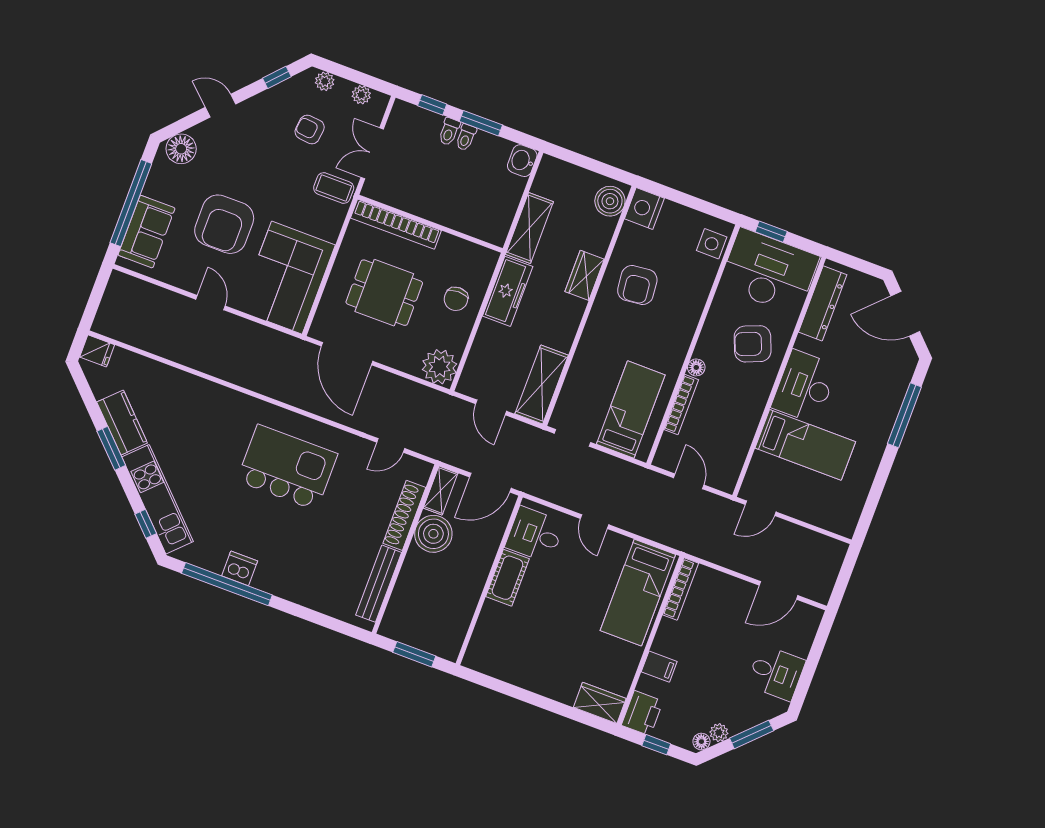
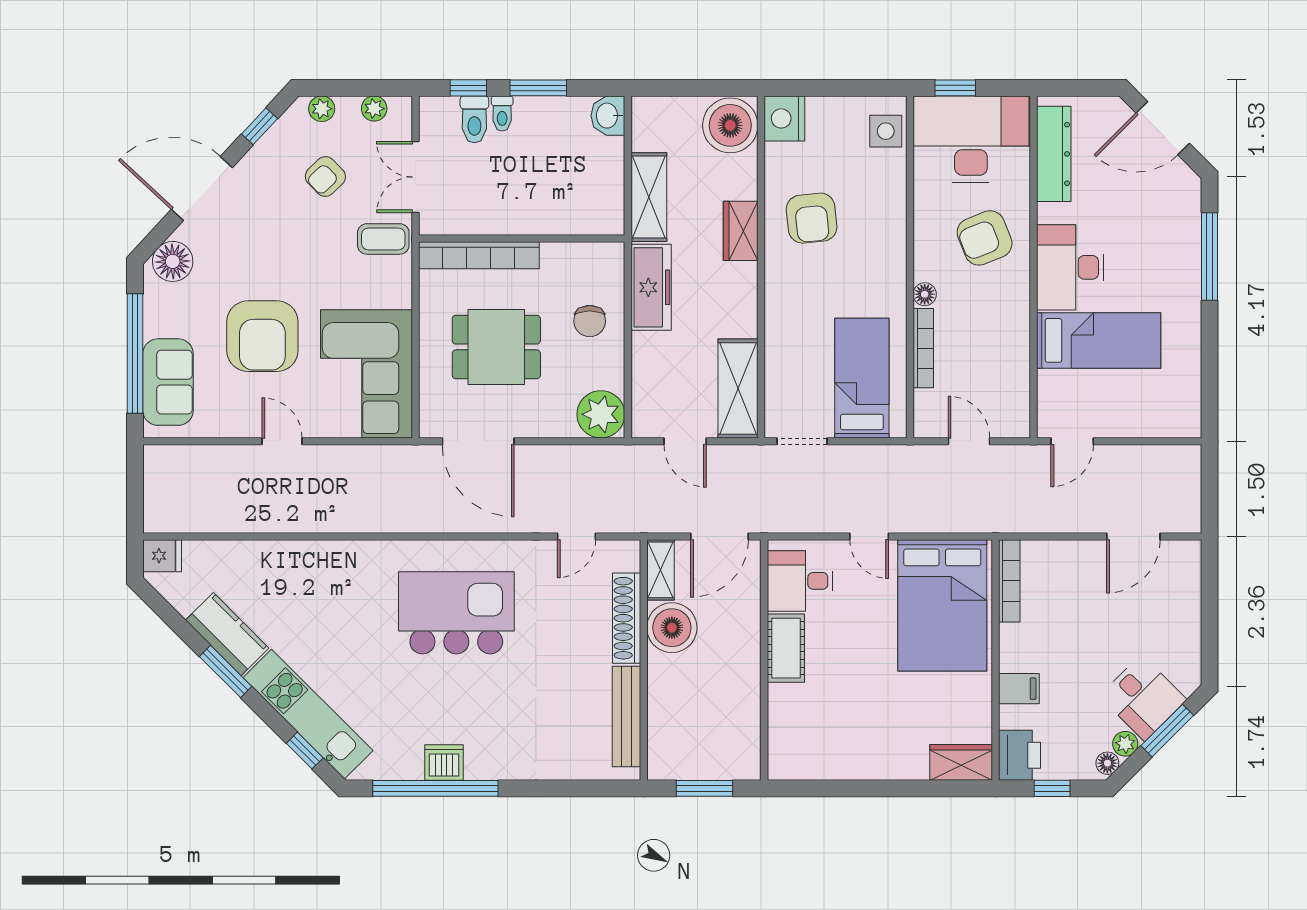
door: (221, 106) -> (202, 189), width x1.88
armchair: (310, 129) -> (325, 177), turned -50
toilet: (466, 137) -> (474, 119), moved, width x1.37, depth x1.39
boiler: (610, 201) -> (730, 125), width x1.37, depth x1.37
bed: (638, 593) -> (942, 605), width x1.50
desk: (776, 673) -> (1143, 698), moved, turned 45

